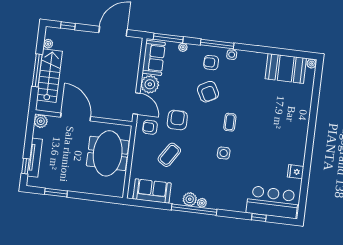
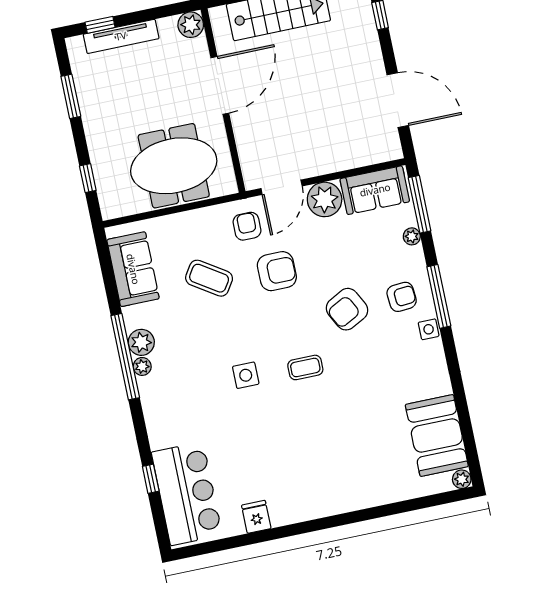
armchair: (211, 63) -> (402, 297), turned 85
window: (99, 198) -> (88, 178), added

